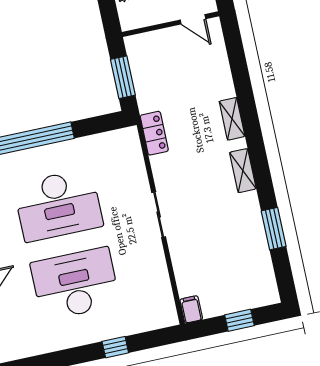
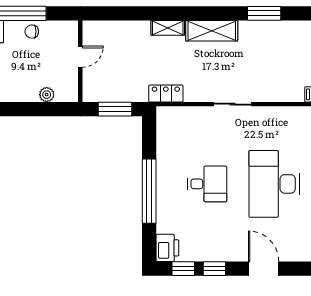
door: (193, 19) -> (80, 57), moved
shelving: (243, 171) -> (212, 31), width x1.50, depth x1.33
desk: (58, 205) -> (207, 184), width x0.53, depth x0.77

